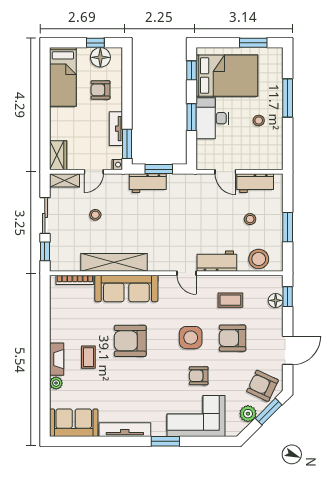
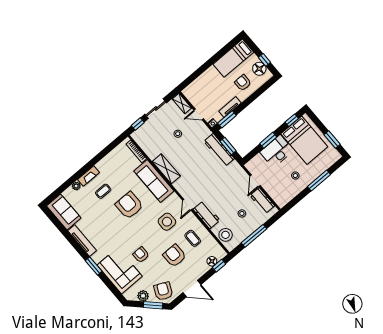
wardrobe: (58, 155) -> (192, 89), removed
workbench: (148, 183) -> (219, 150), width x1.38
window: (288, 227) -> (254, 236), width x1.44
shelving: (114, 262) -> (166, 169), width x0.68
side table: (191, 338) -> (167, 222), moved

